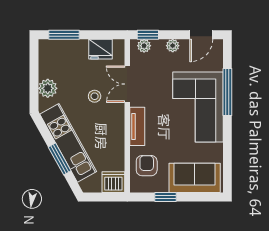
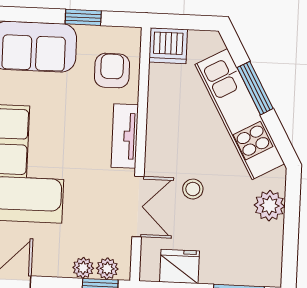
plant: (173, 46) -> (83, 268), moved
armchair: (147, 166) -> (112, 71), turned 180

